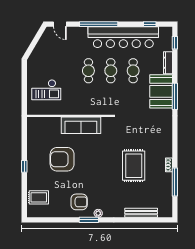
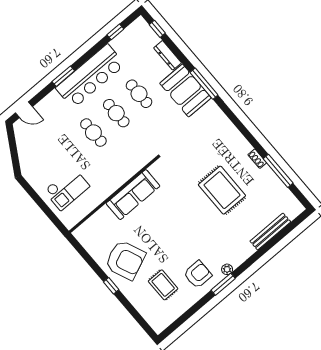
window: (99, 24) -> (63, 76), width x0.47
bar counter: (123, 37) -> (90, 76), width x0.73
armchair: (62, 159) -> (125, 260), moved, turned -113
rug: (39, 197) -> (163, 285), moved, turned 90

